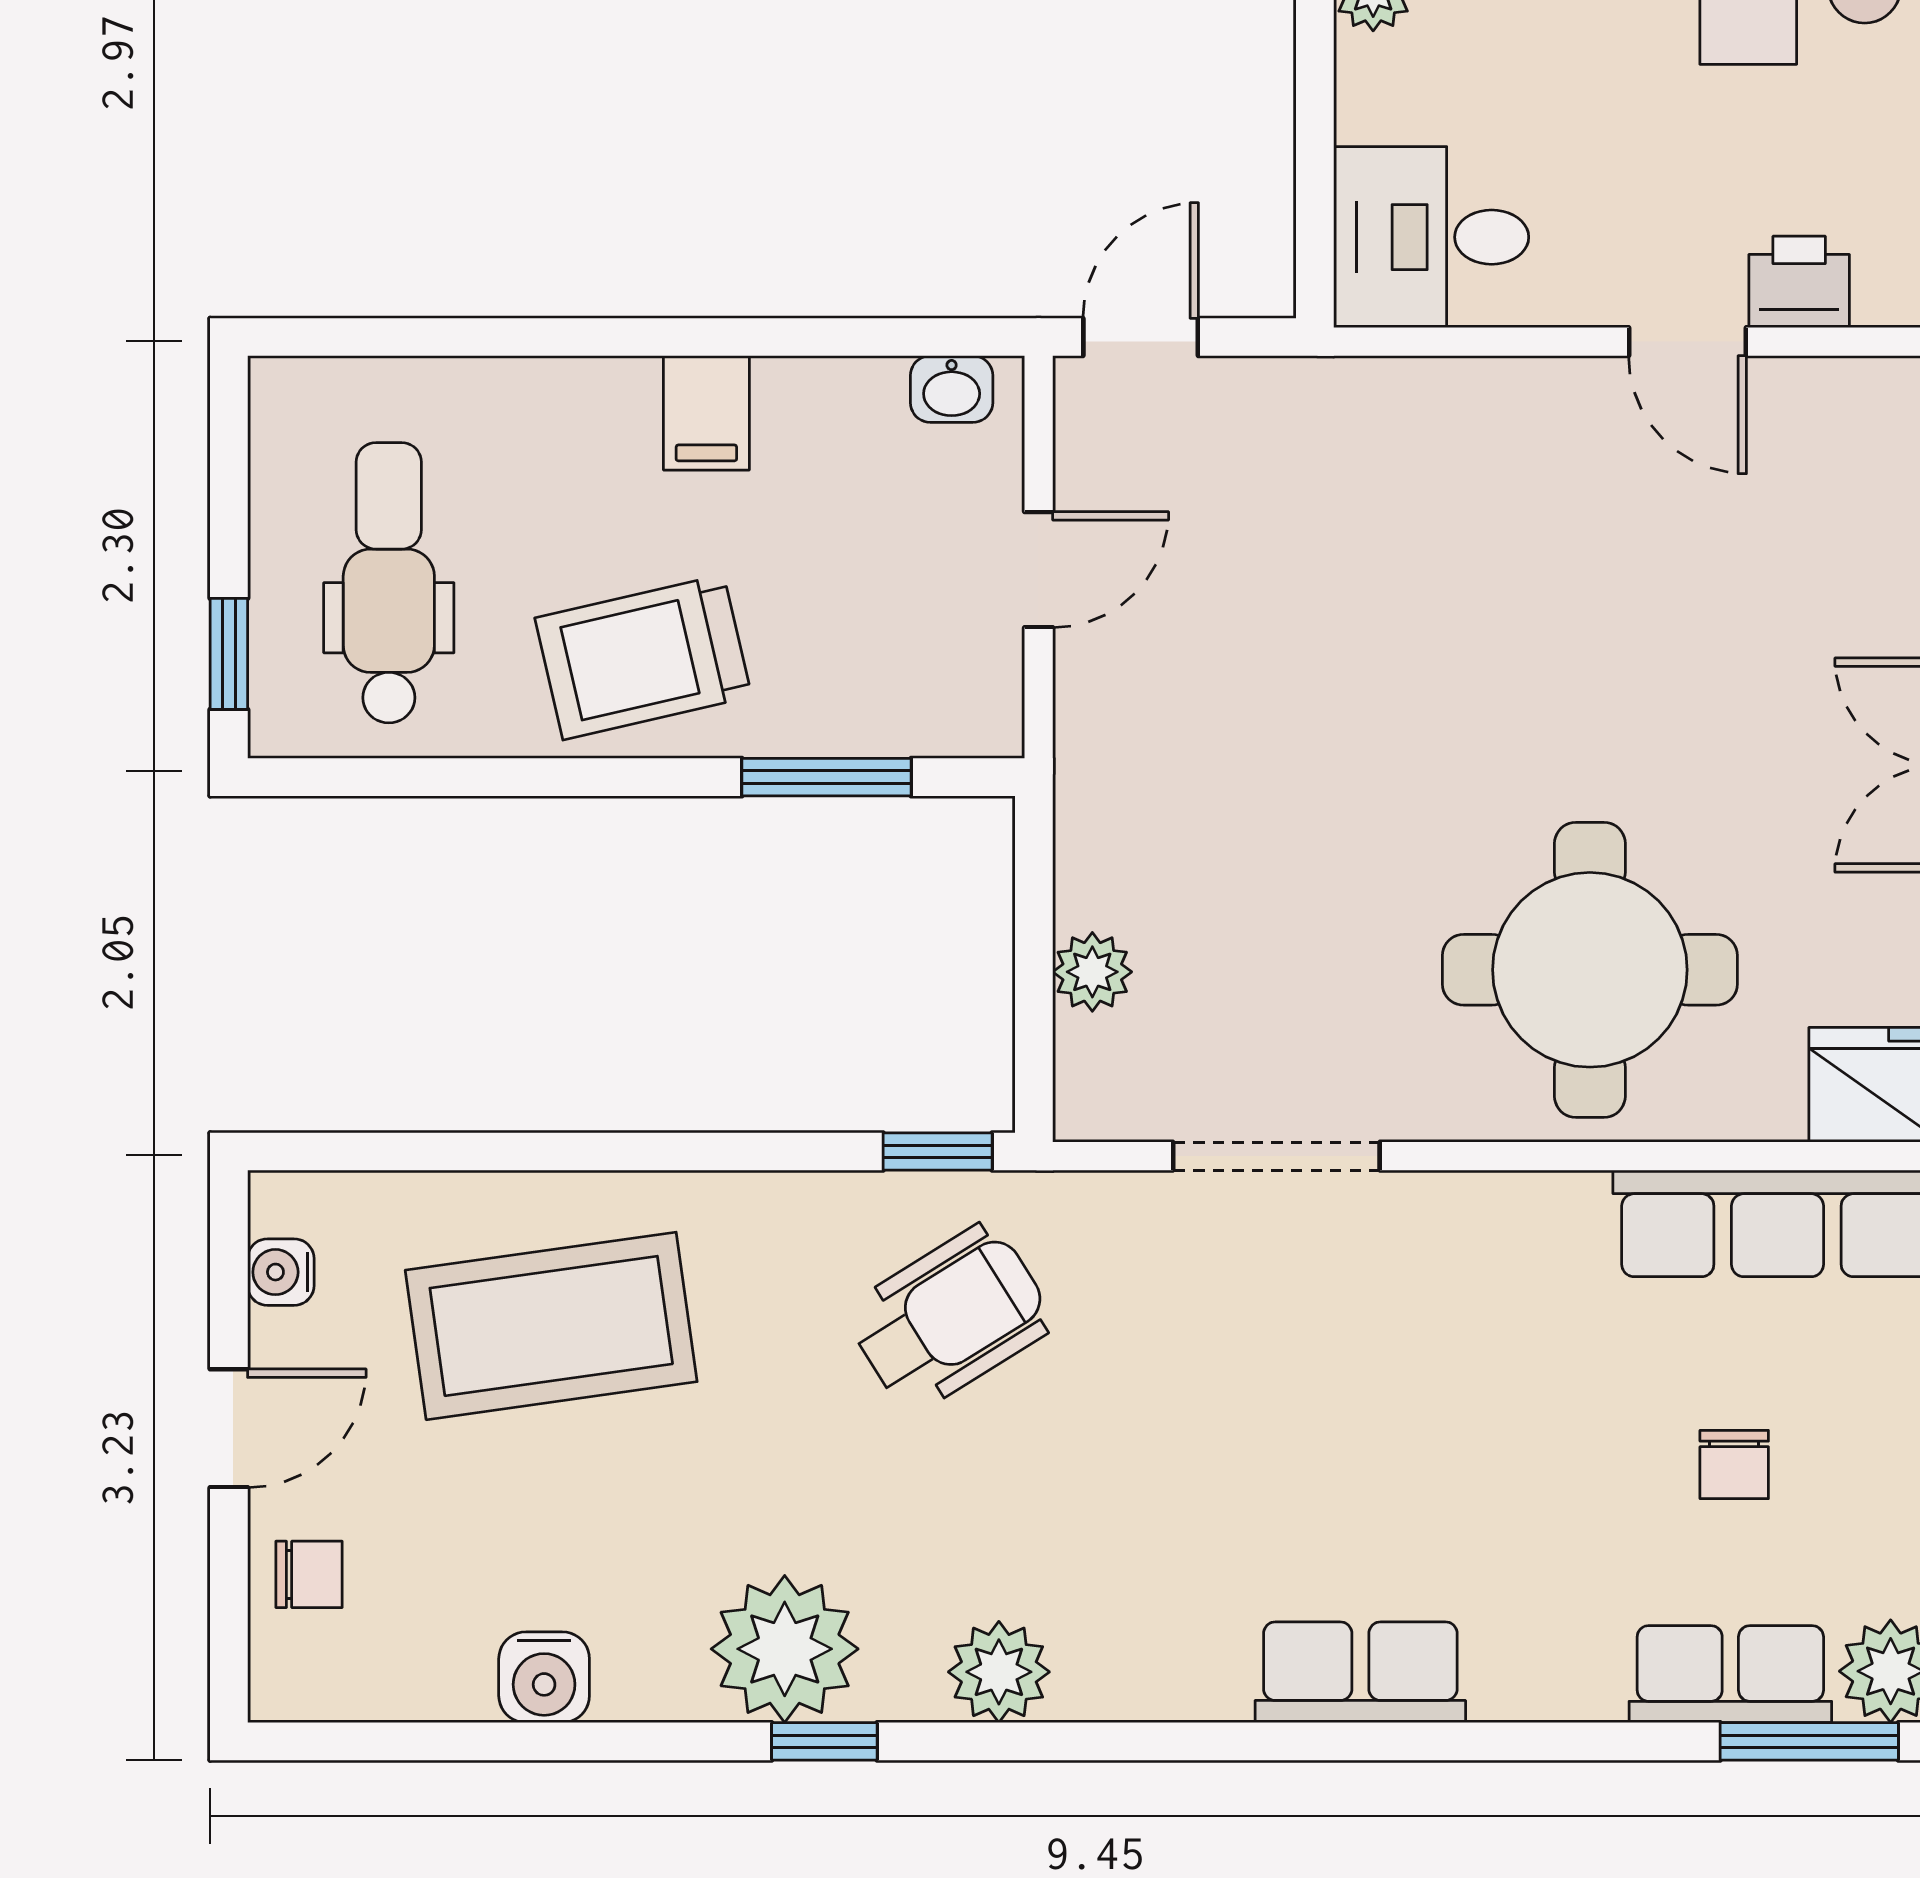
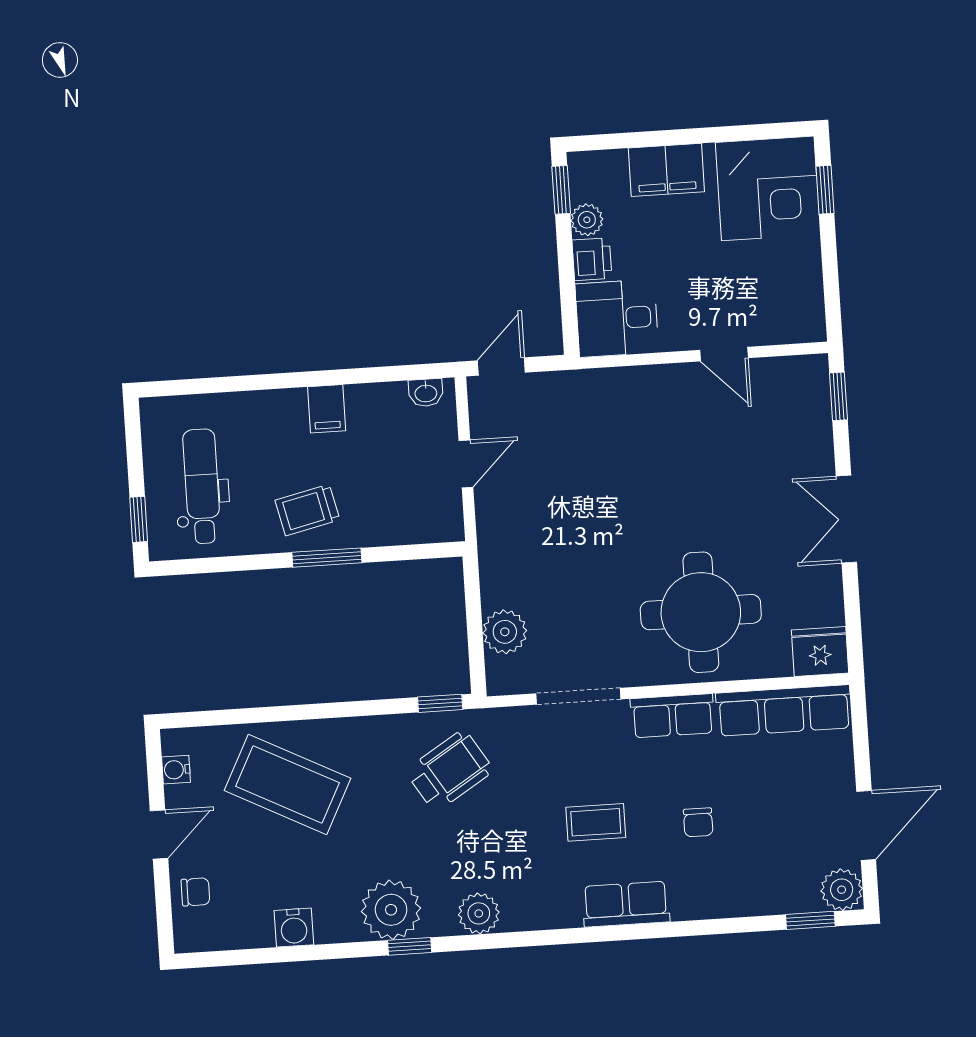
printer: (1799, 282) -> (592, 259), moved, turned 90
trolley: (643, 657) -> (307, 510), width x0.73, depth x0.72
window: (826, 777) -> (327, 558), moved
plant: (1092, 972) -> (505, 632), width x1.38, depth x1.38
coffee table: (551, 1326) -> (288, 784), turned 35
chair: (1734, 1465) -> (698, 822), moved
coffee table: (1300, 1467) -> (596, 822), added
row of seats: (1730, 1674) -> (672, 716), moved, turned 180
window: (1809, 1741) -> (810, 920), width x0.67

